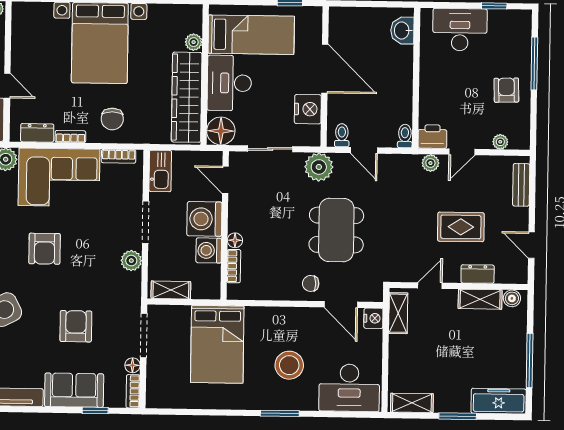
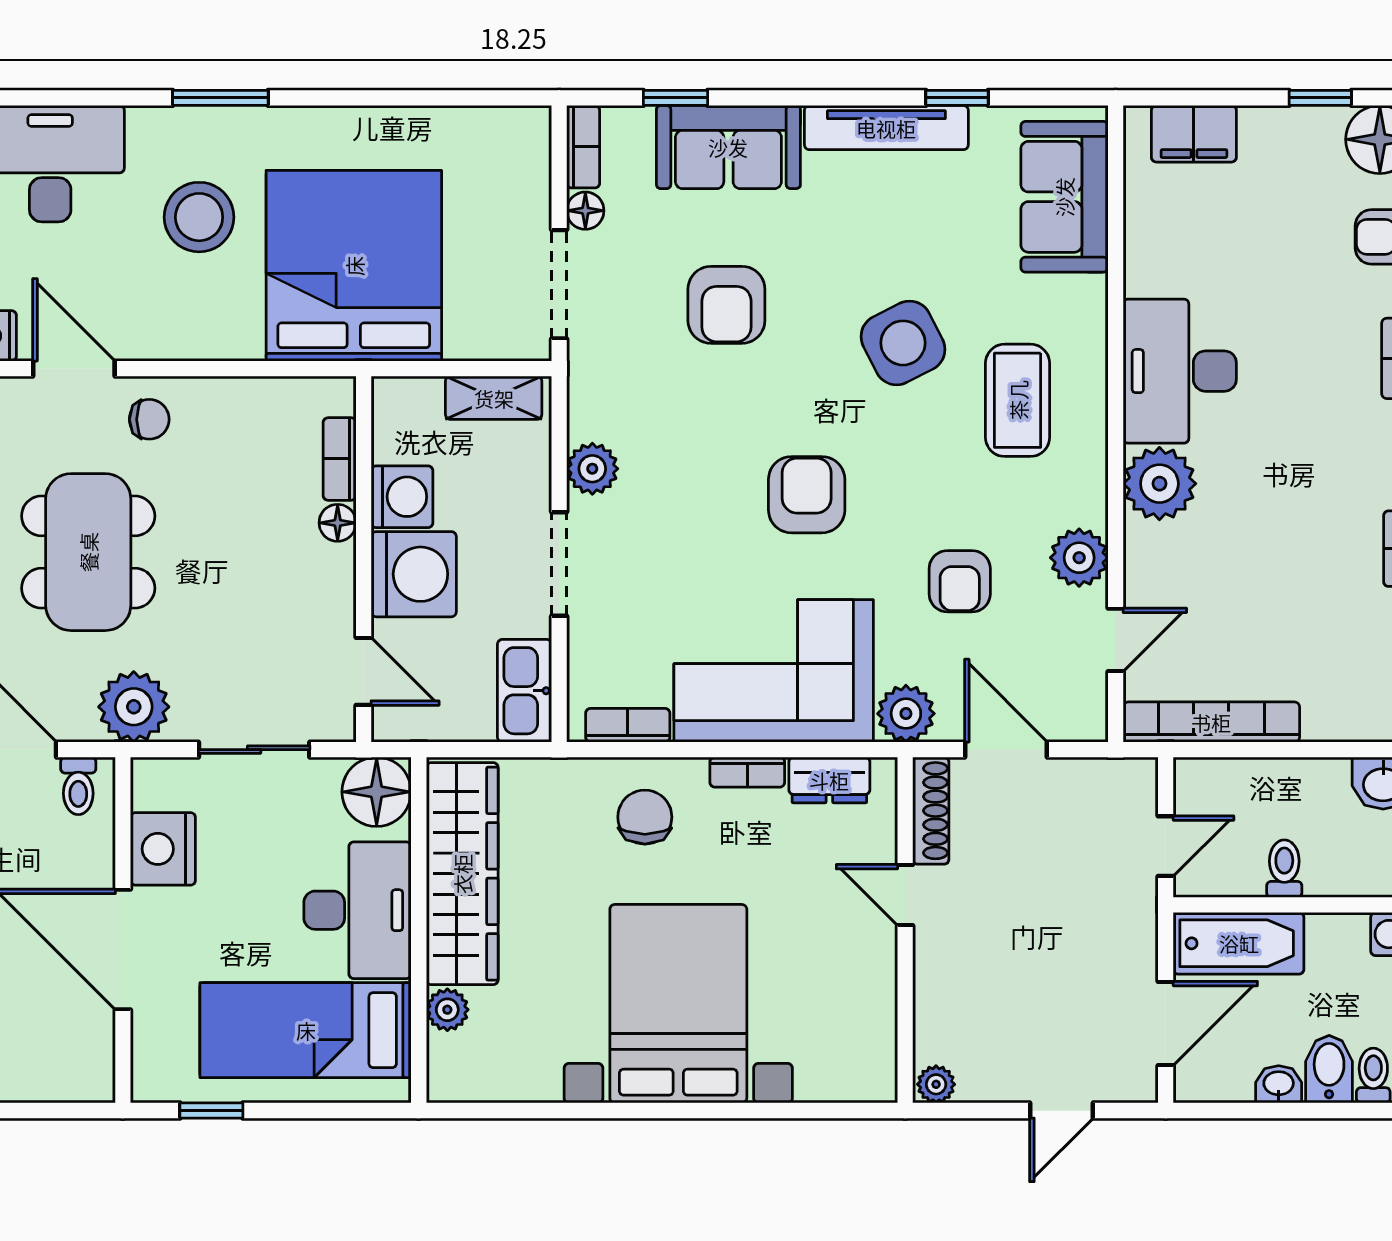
bed: (217, 344) -> (354, 266), width x1.36

